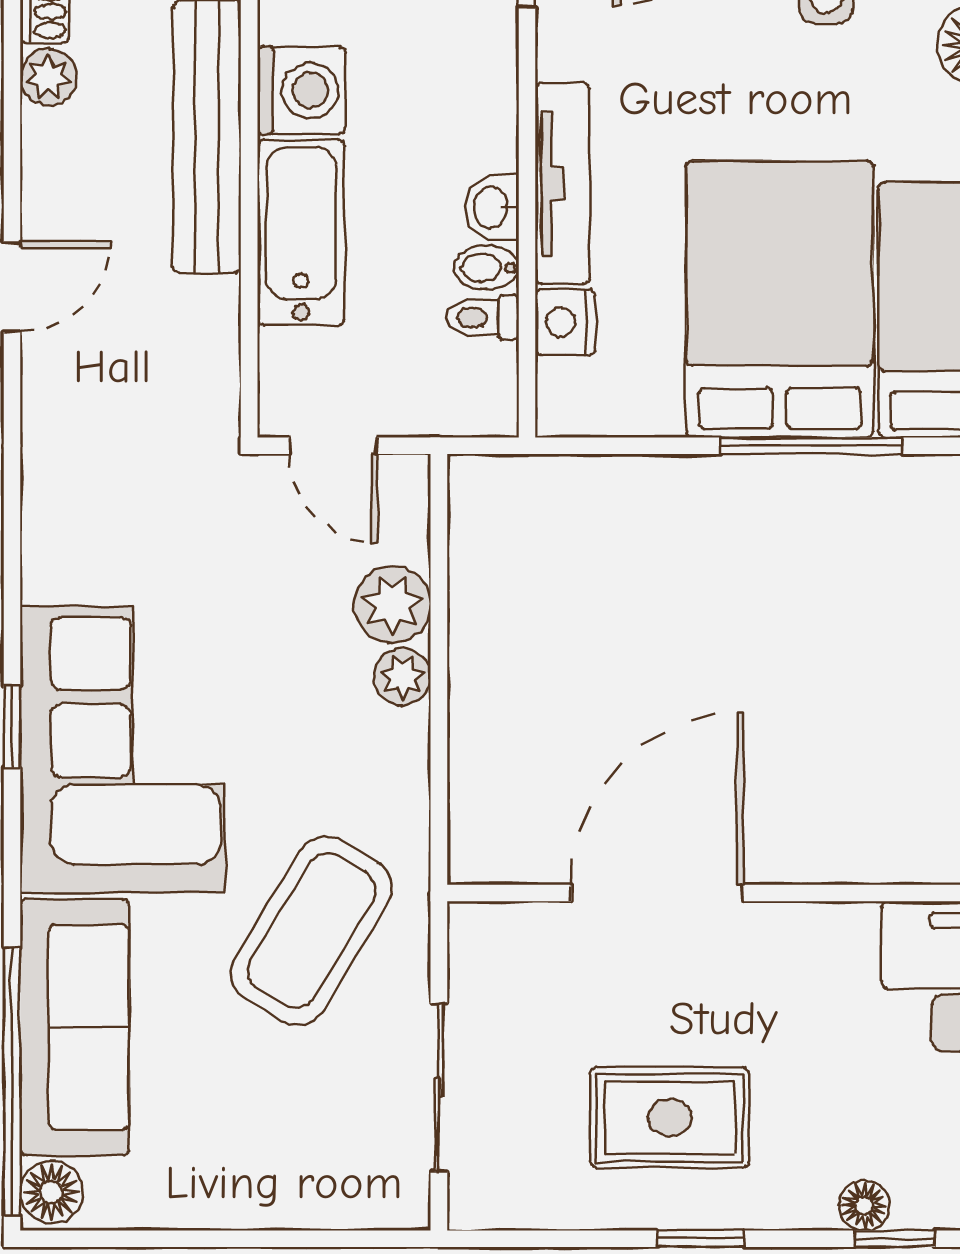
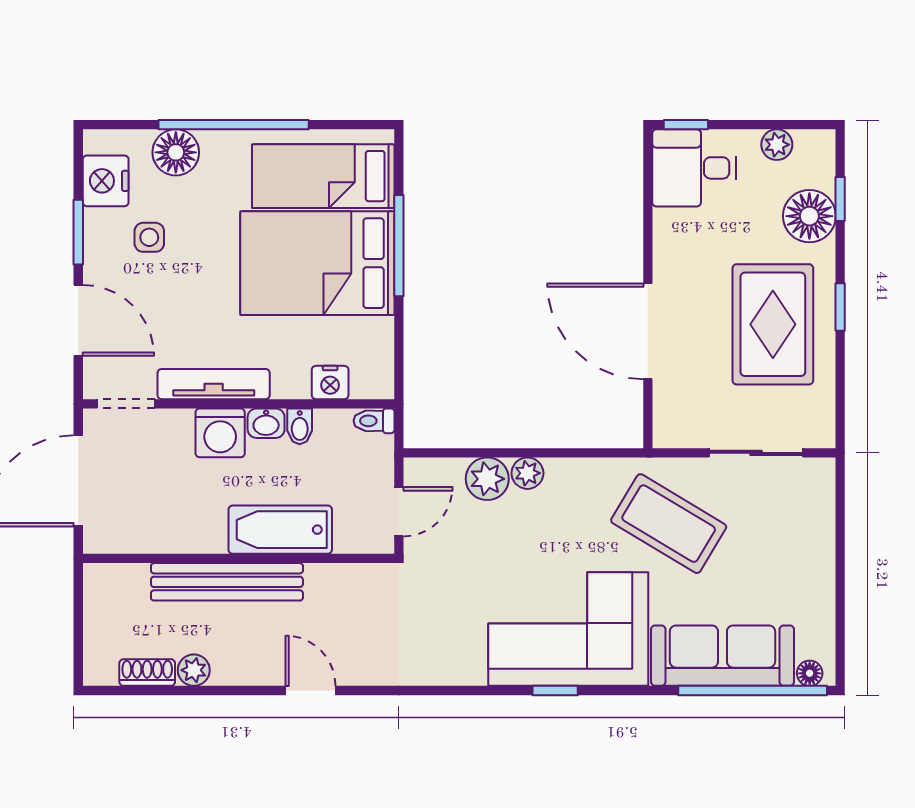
washing machine: (301, 90) -> (220, 433), moved, turned 180
tv unit: (562, 183) -> (214, 384), moved
toilet: (482, 318) -> (374, 421), moved, turned 90
rug: (670, 1118) -> (773, 324), width x1.36, depth x1.43
floor lamp: (51, 1192) -> (810, 673), width x0.73, depth x0.73
floor lamp: (864, 1205) -> (809, 216), width x1.89, depth x1.89

